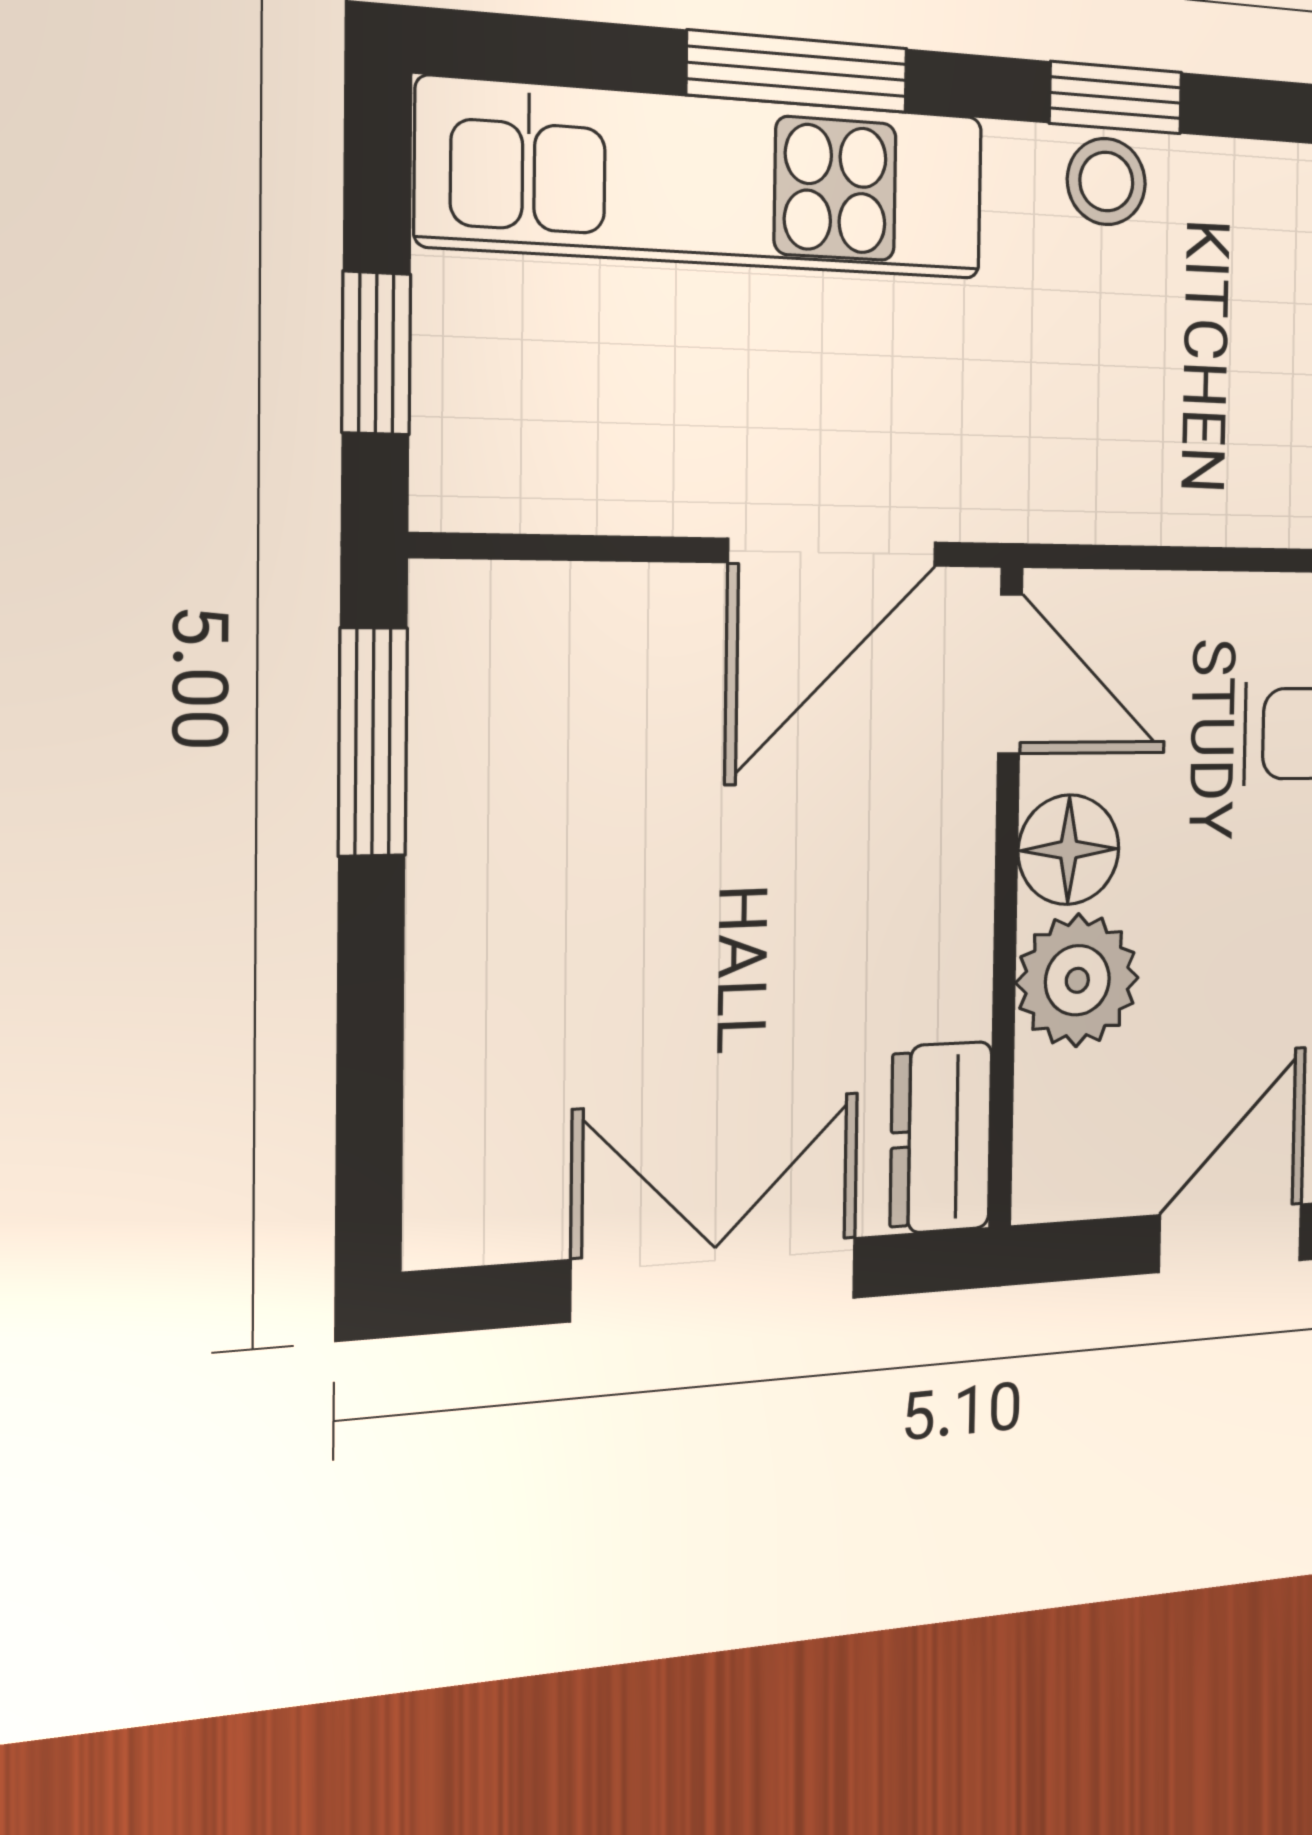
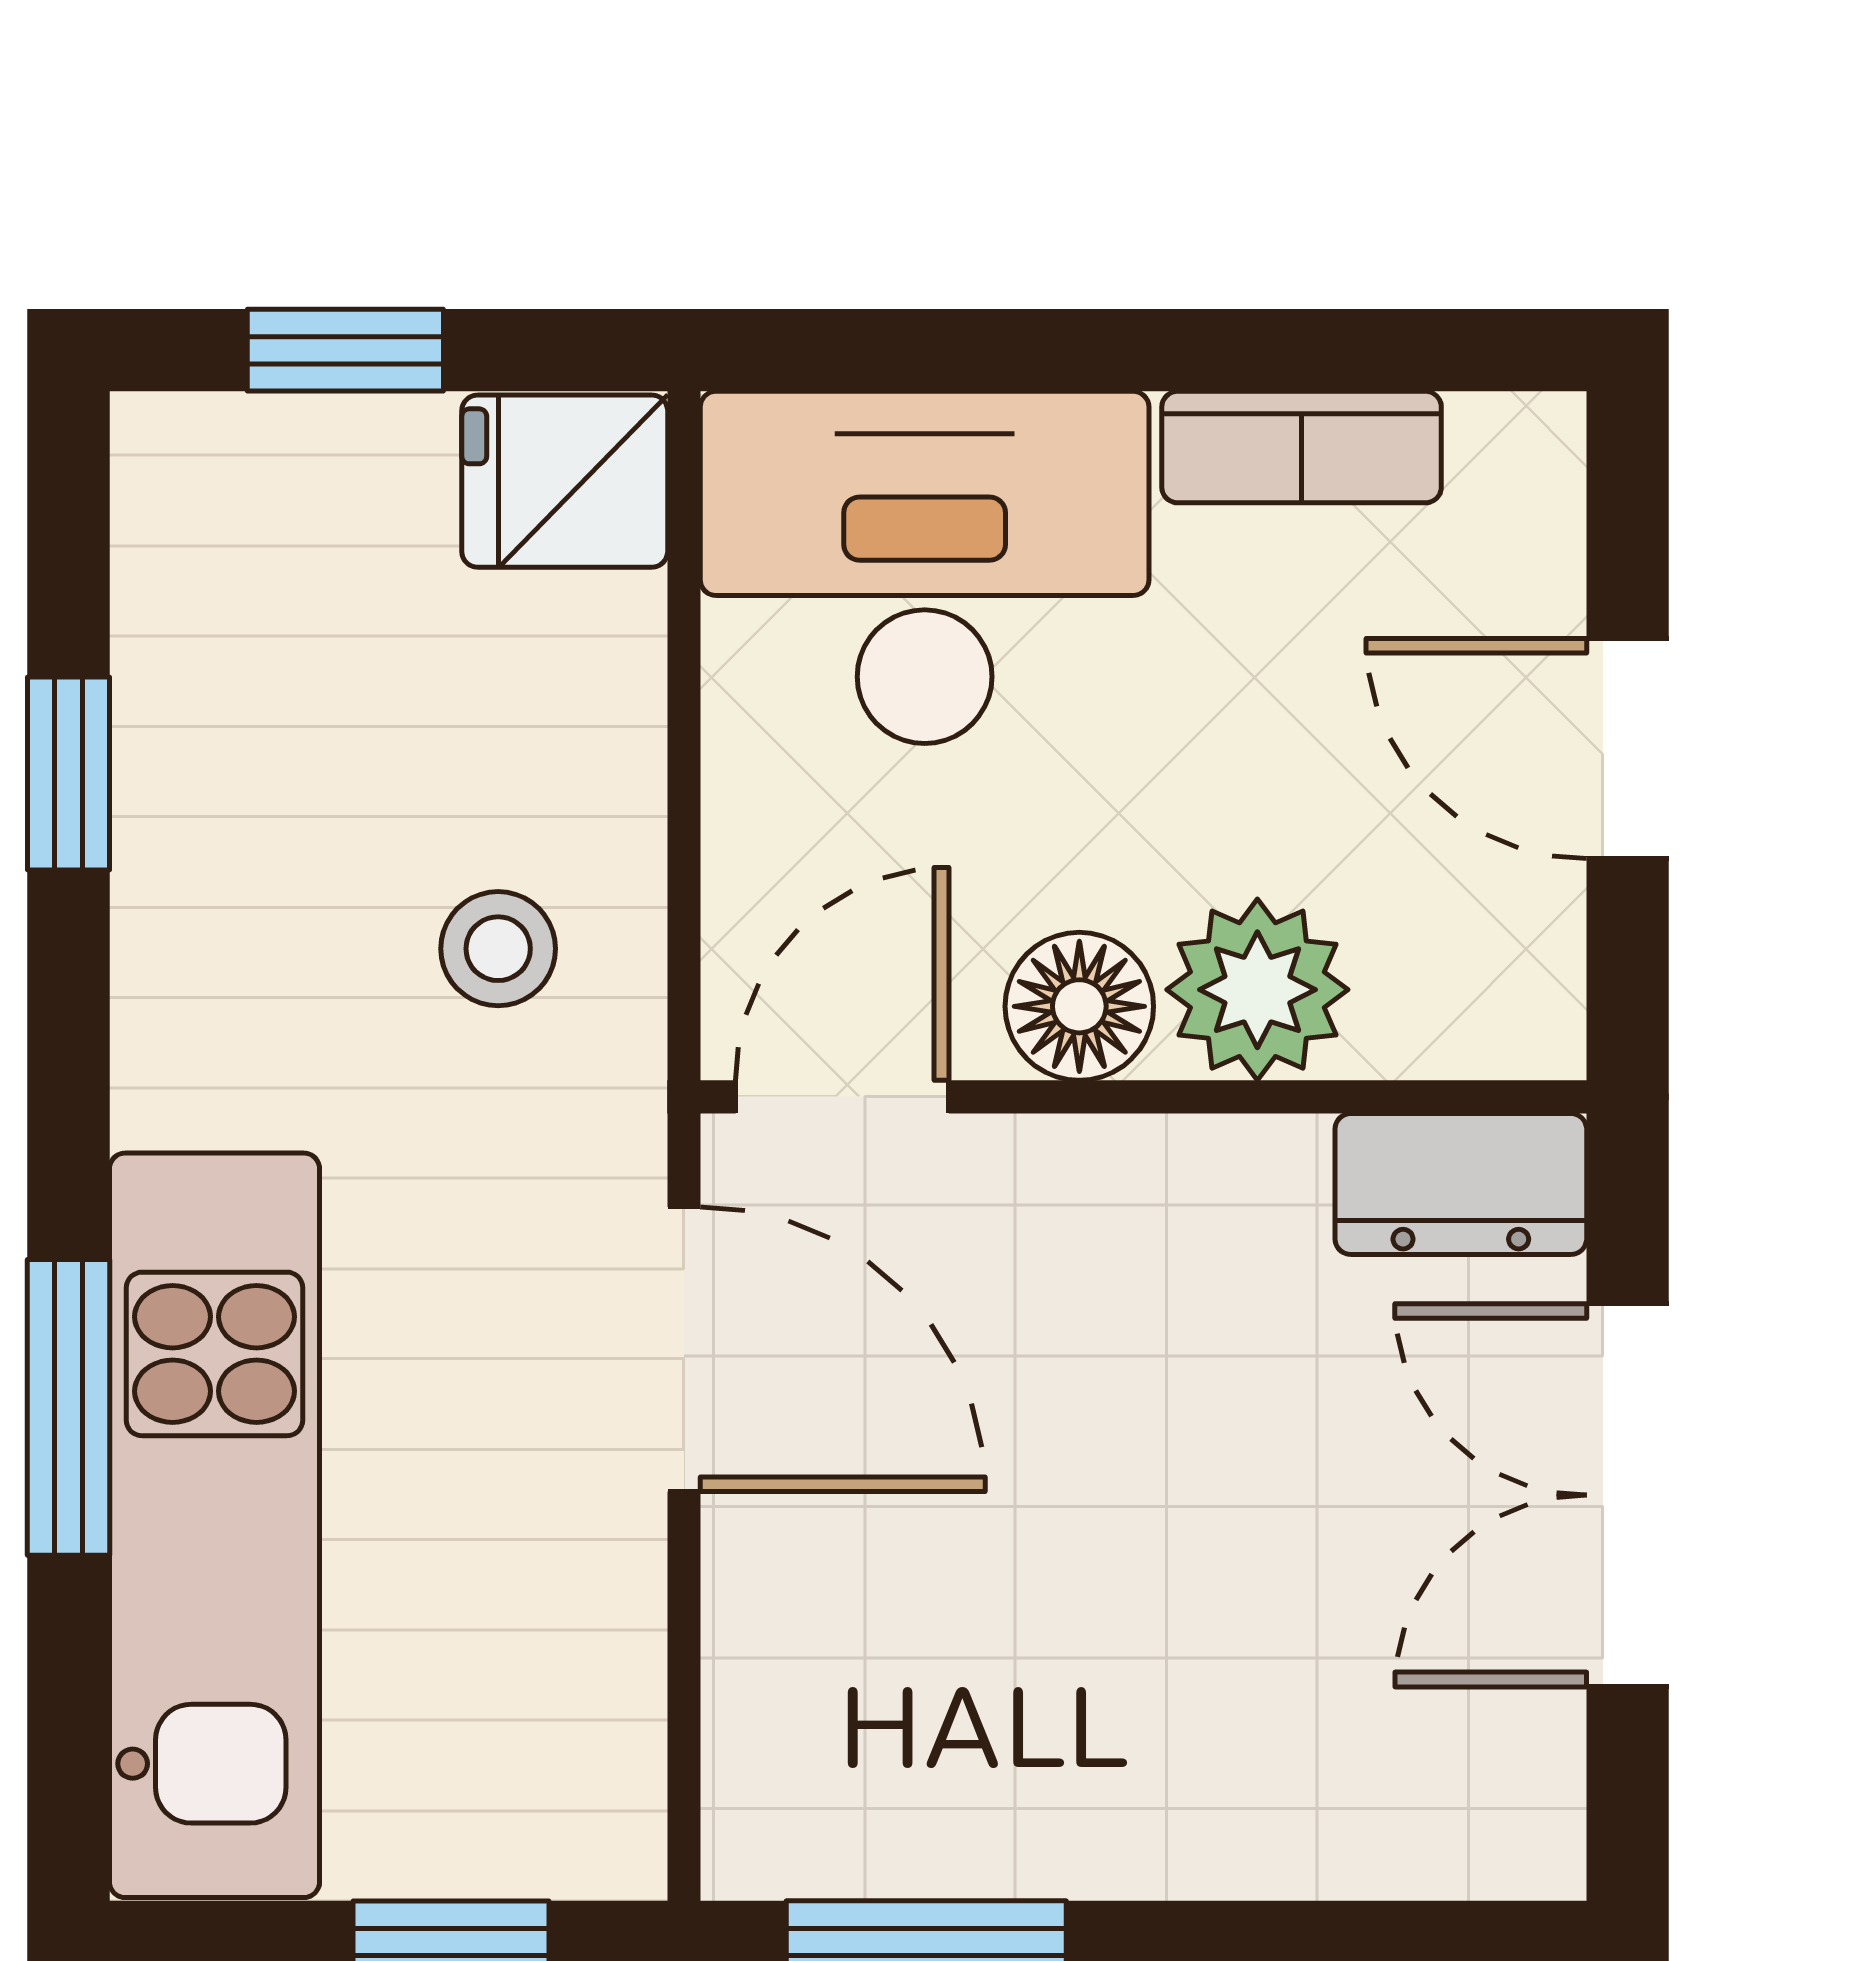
window: (1116, 98) -> (69, 774), moved
stool: (1106, 182) -> (498, 949), moved

